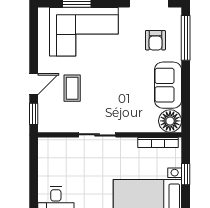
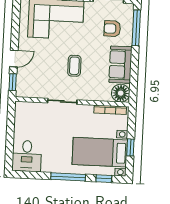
armchair: (155, 40) -> (112, 29), turned 90
coffee table: (72, 88) -> (74, 66), moved
window: (186, 174) -> (130, 147), moved

